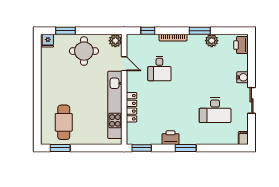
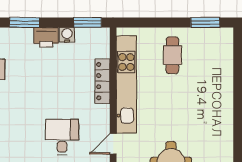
door: (124, 64) -> (113, 144), hinge flipped
cafe table: (64, 122) -> (172, 55), moved, width x0.73, depth x0.74
water cooler: (156, 139) -> (67, 35), added

